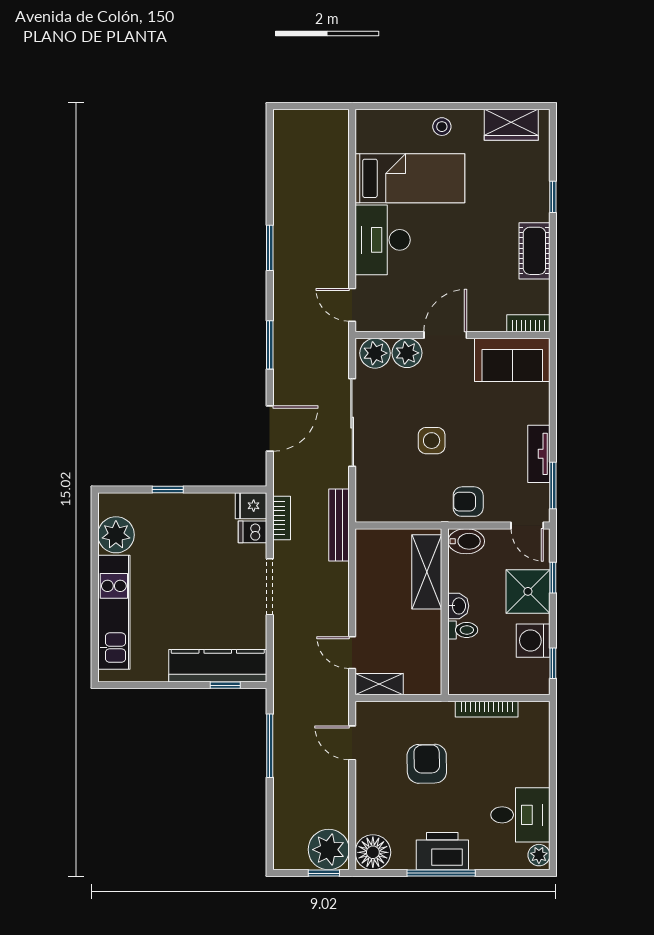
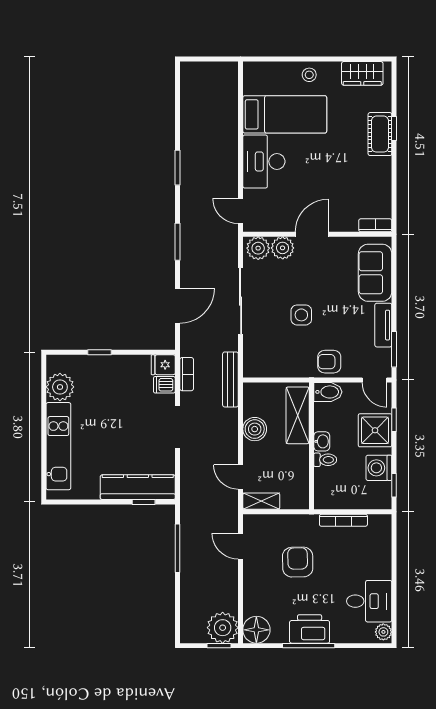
cot: (534, 251) -> (380, 134), moved
sofa: (512, 360) -> (375, 273), moved, turned 90
boiler: (371, 590) -> (255, 429), added

